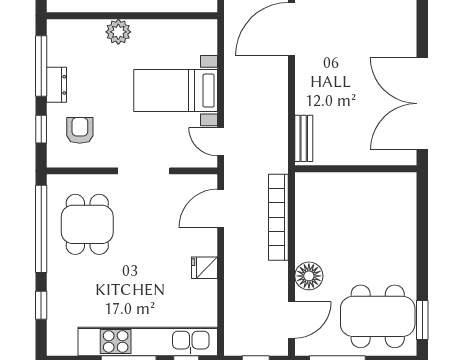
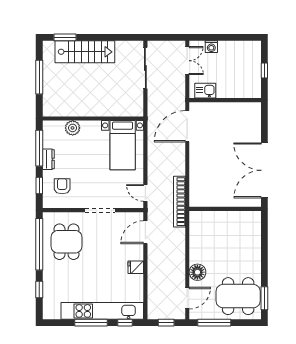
plant: (118, 32) -> (73, 128), moved
bed with nightstands: (176, 91) -> (123, 145), moved, turned -90
bench: (304, 138) -> (194, 191), removed
bookcase: (278, 217) -> (179, 202), moved

